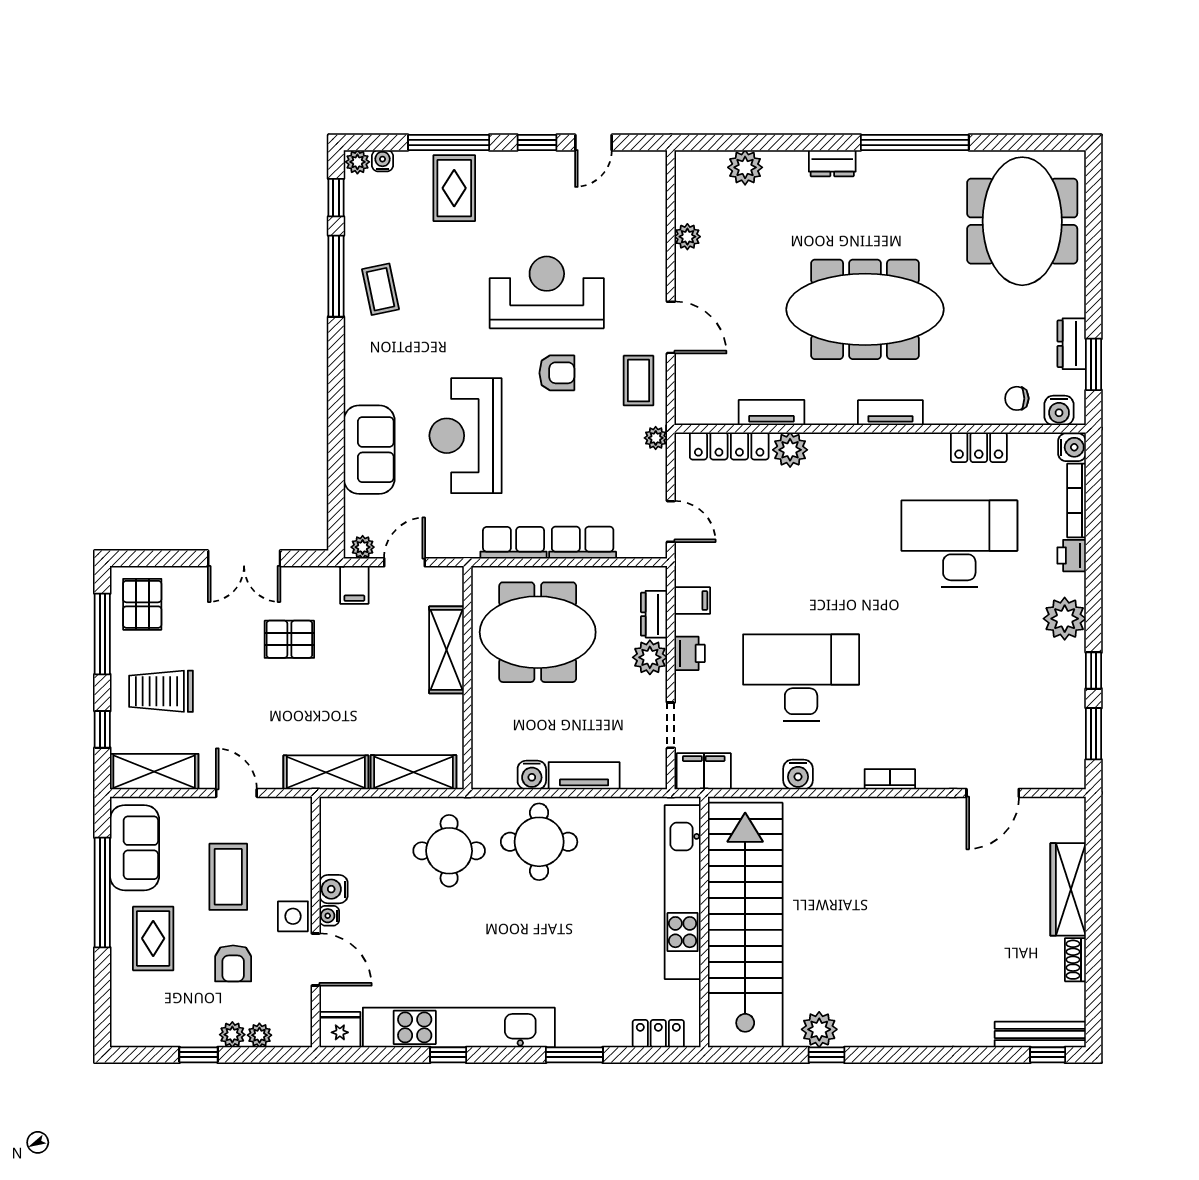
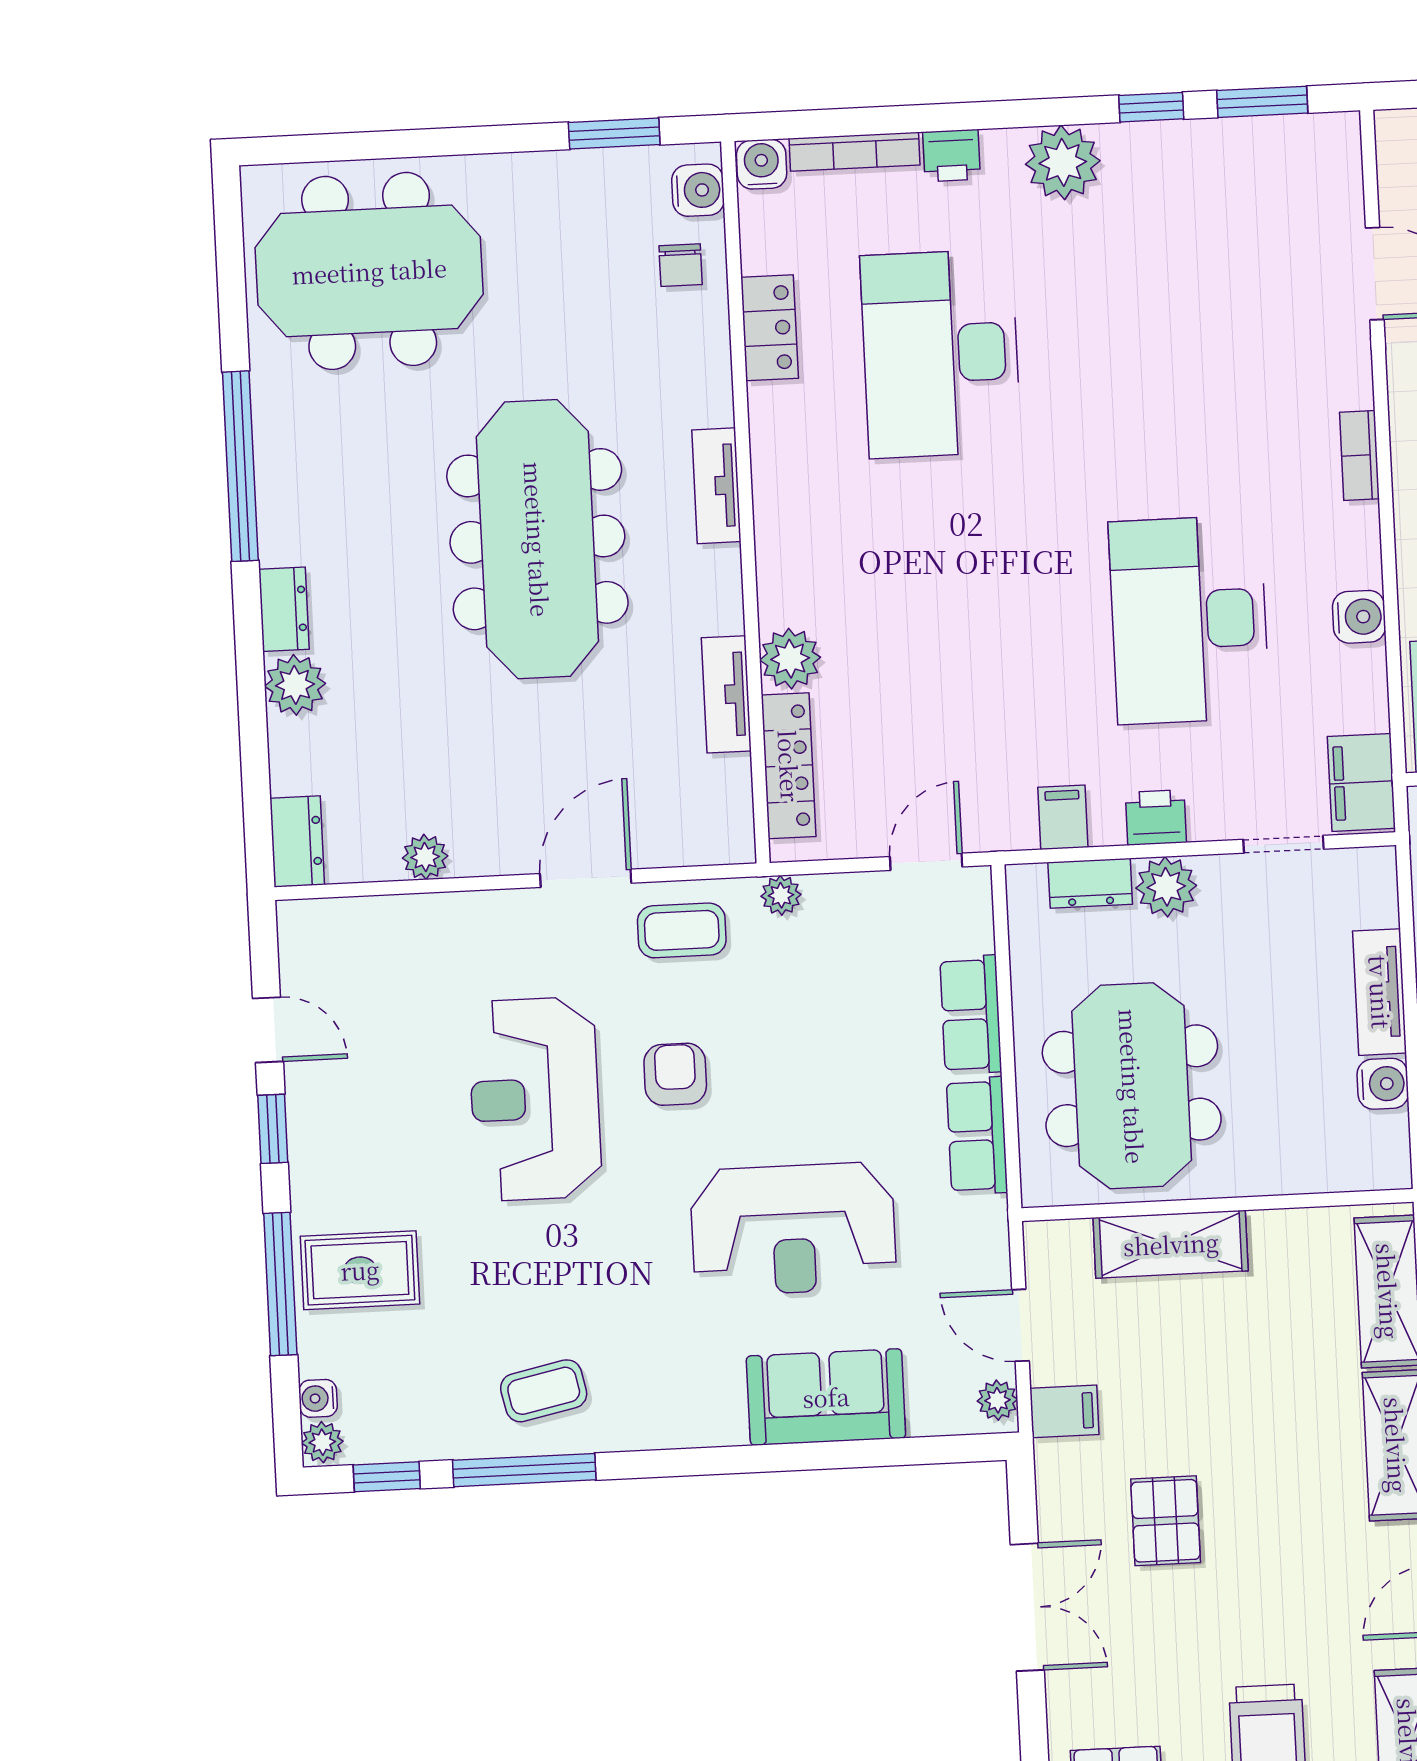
plant: (745, 167) -> (295, 685), moved
dresser: (1072, 344) -> (297, 841), moved, turned -90

